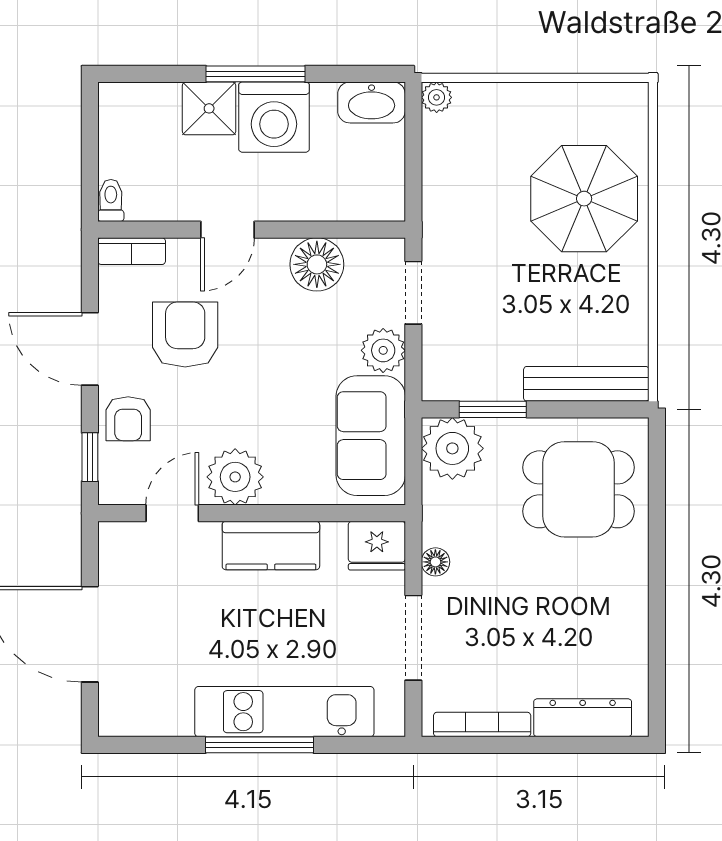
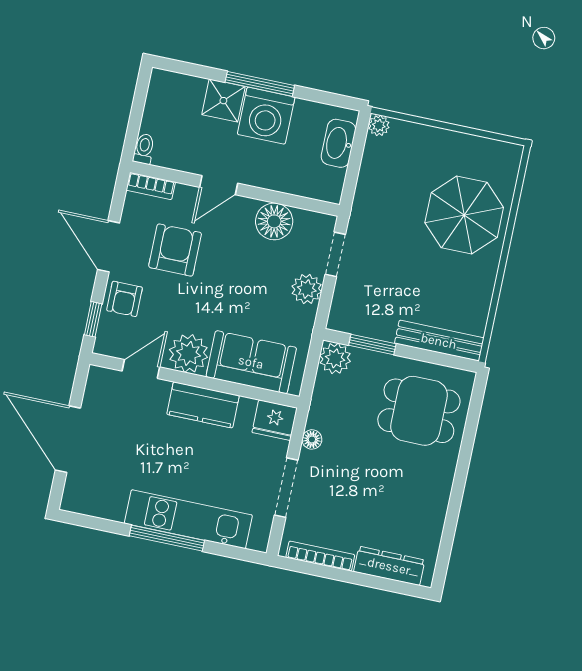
washbasin: (372, 102) -> (338, 143), moved, turned 90
sofa: (371, 436) -> (251, 362), moved, turned 90
plant: (452, 448) -> (335, 358), width x0.73, depth x0.73

